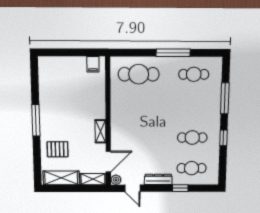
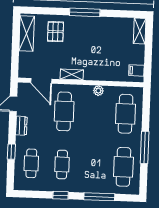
cafe table: (194, 74) -> (123, 167), width x1.37, depth x1.35
cafe table: (138, 138) -> (64, 111), added
shelving: (93, 179) -> (140, 31), moved
dresser: (158, 179) -> (21, 126), width x0.70
plant: (116, 180) -> (98, 91), moved

